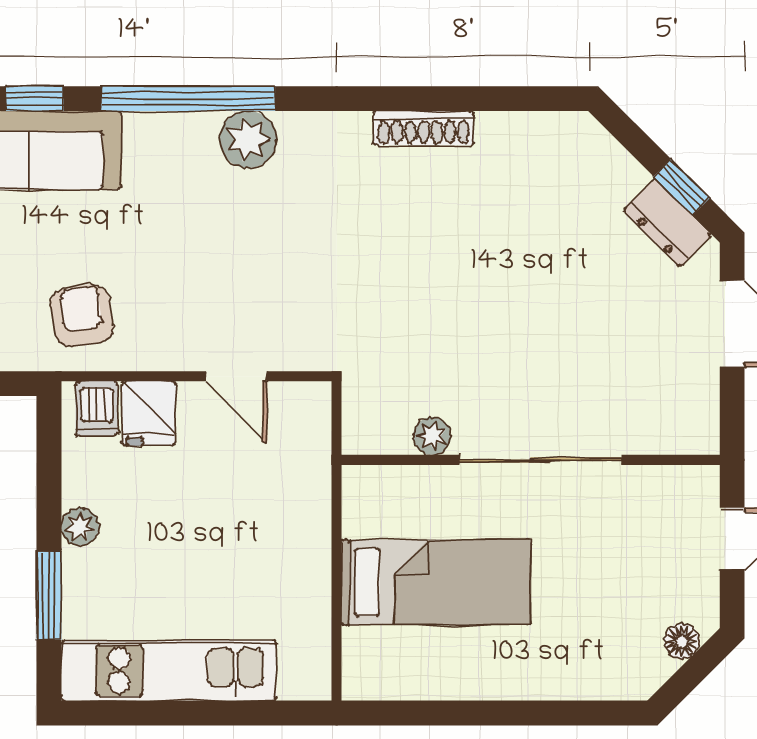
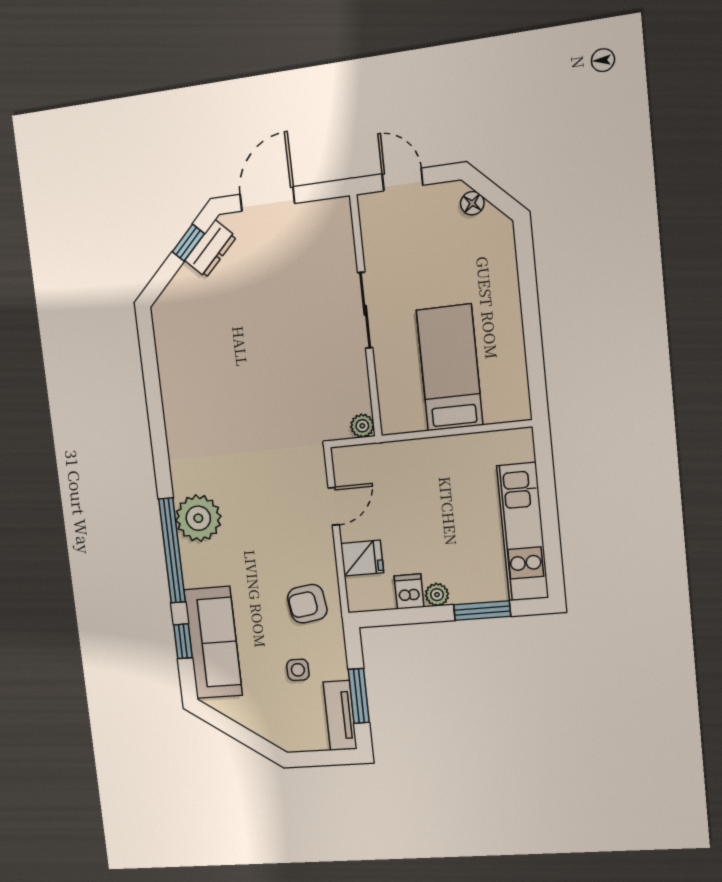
shoe rack: (424, 128) -> (172, 407), removed
plant: (248, 139) -> (198, 518), width x1.36, depth x1.36
dishwasher: (97, 409) -> (409, 592), moved, turned -90
plant: (432, 436) -> (362, 426), moved
sliding door: (540, 460) -> (365, 310), width x0.73

